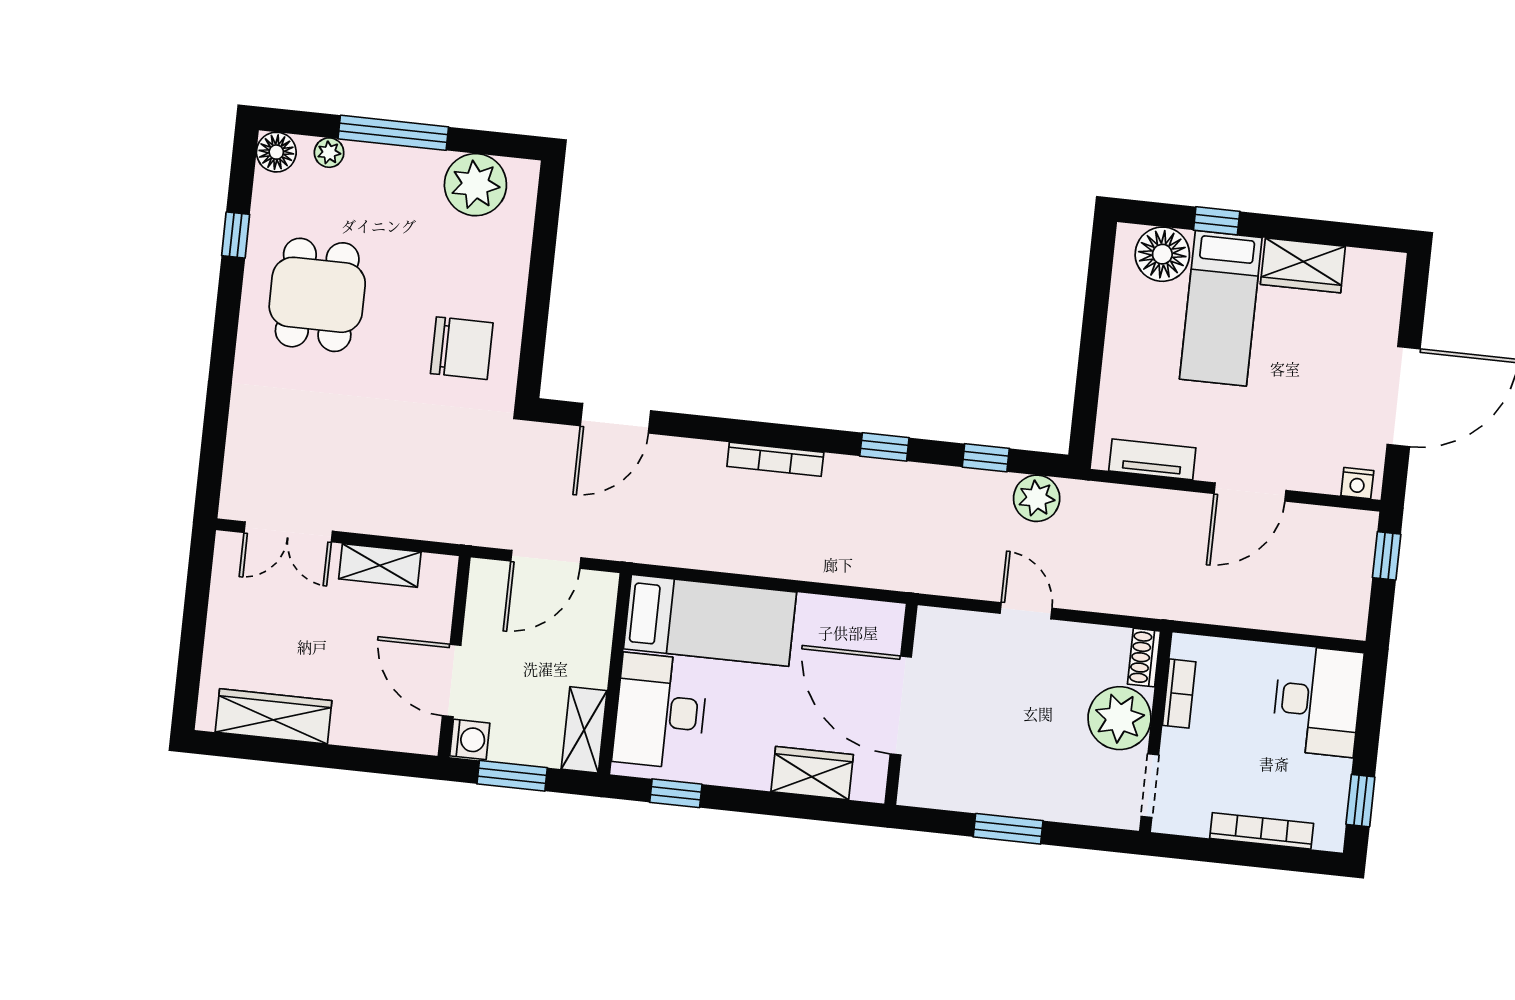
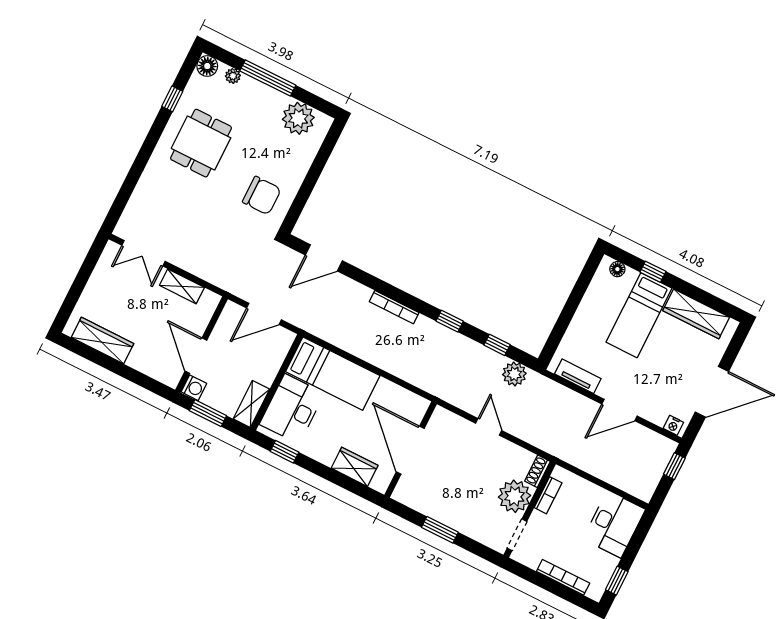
floor lamp: (1162, 254) -> (617, 269), width x0.53, depth x0.53
wardrobe: (1303, 265) -> (696, 314), width x1.50

